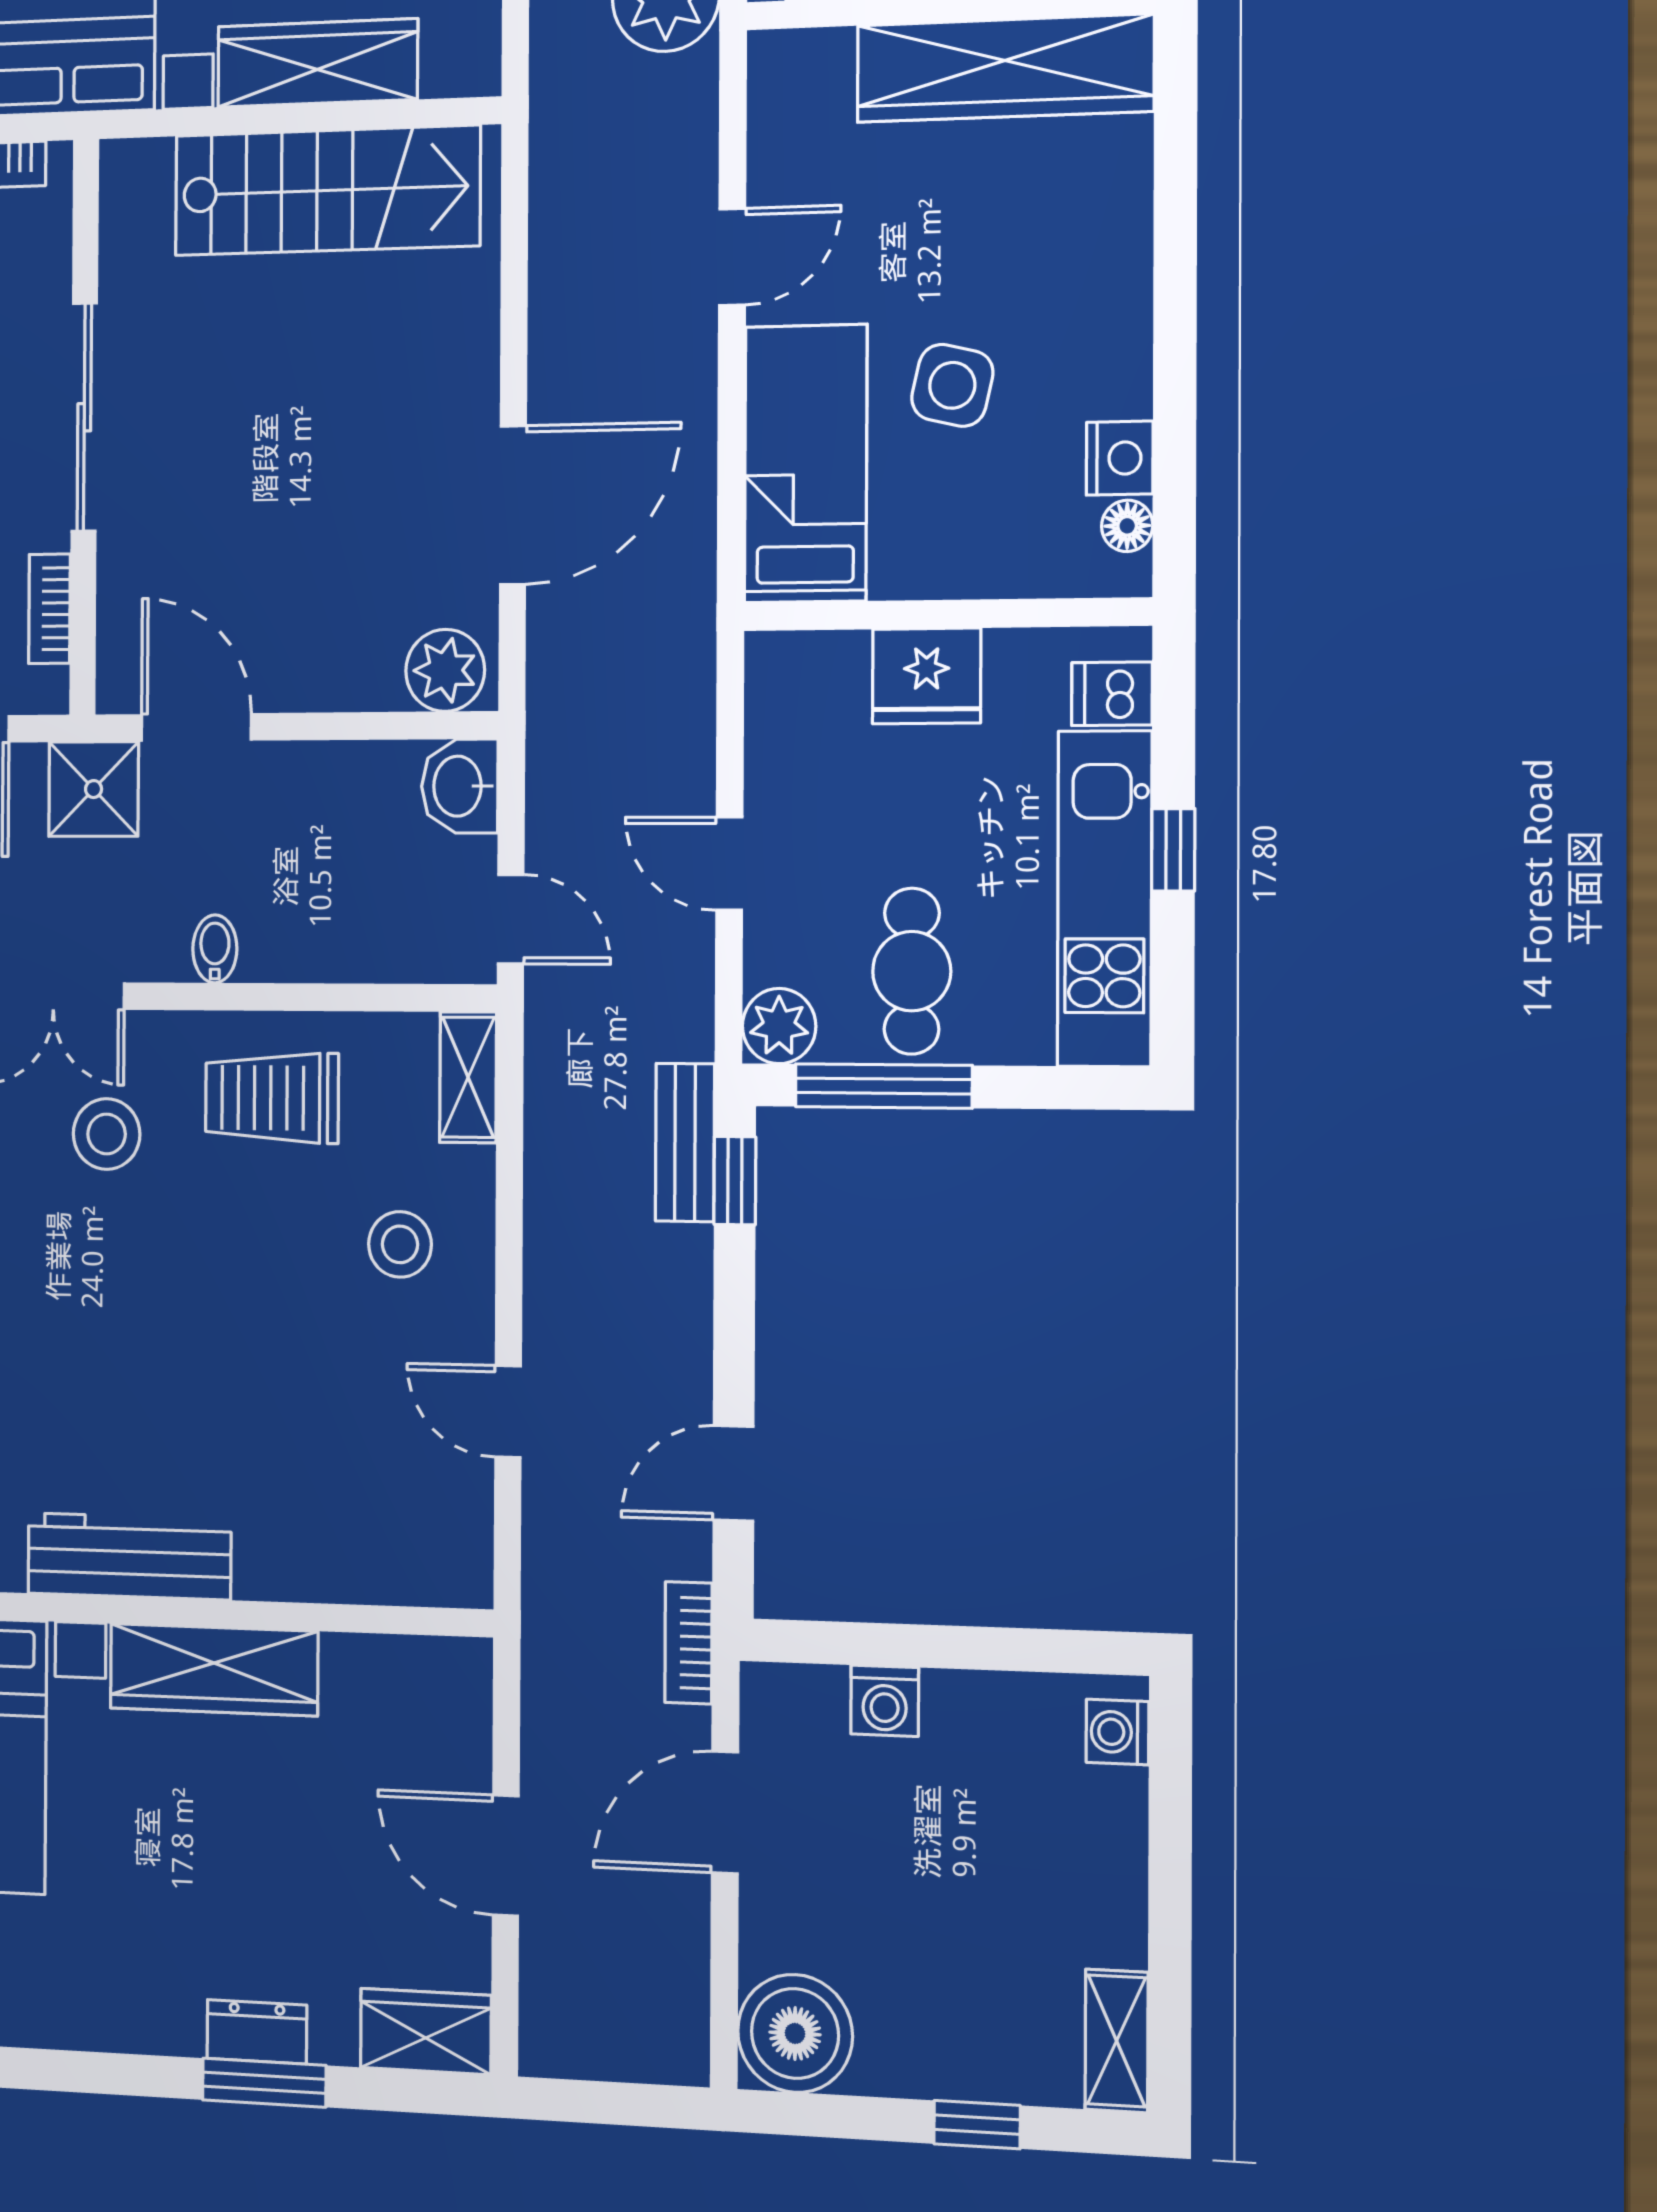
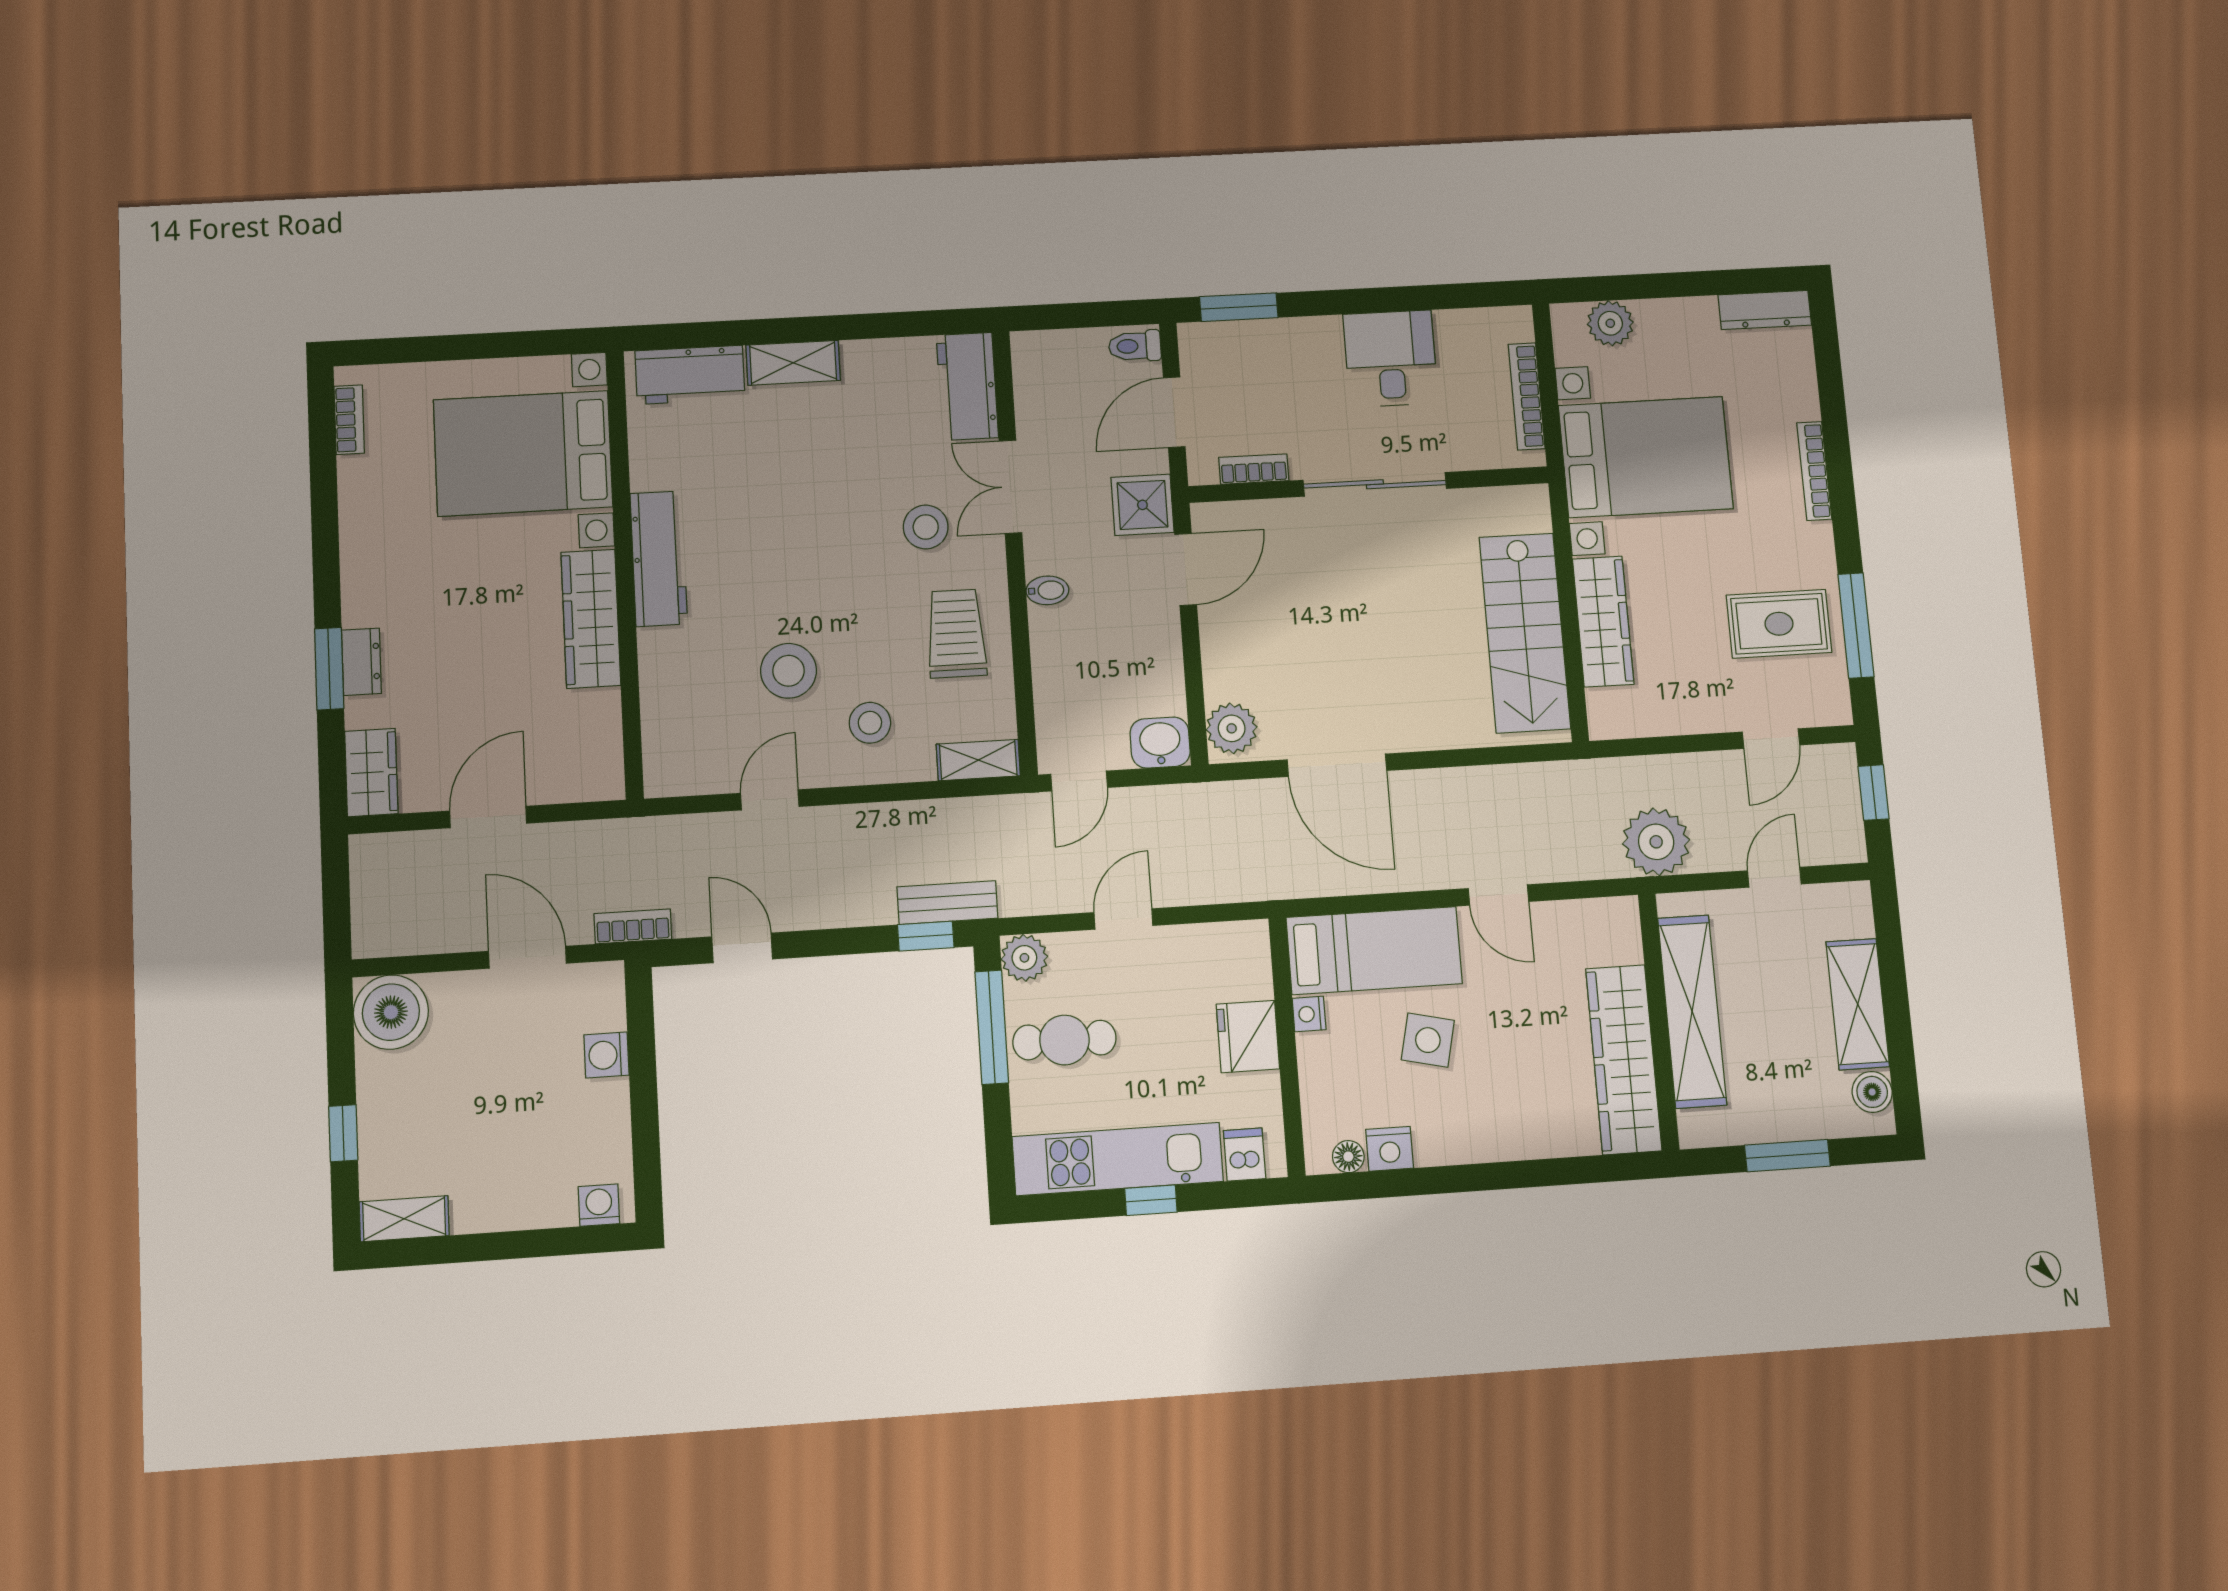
nightstand: (898, 575) -> (1309, 1014), added
stool: (312, 1367) -> (788, 671), added

